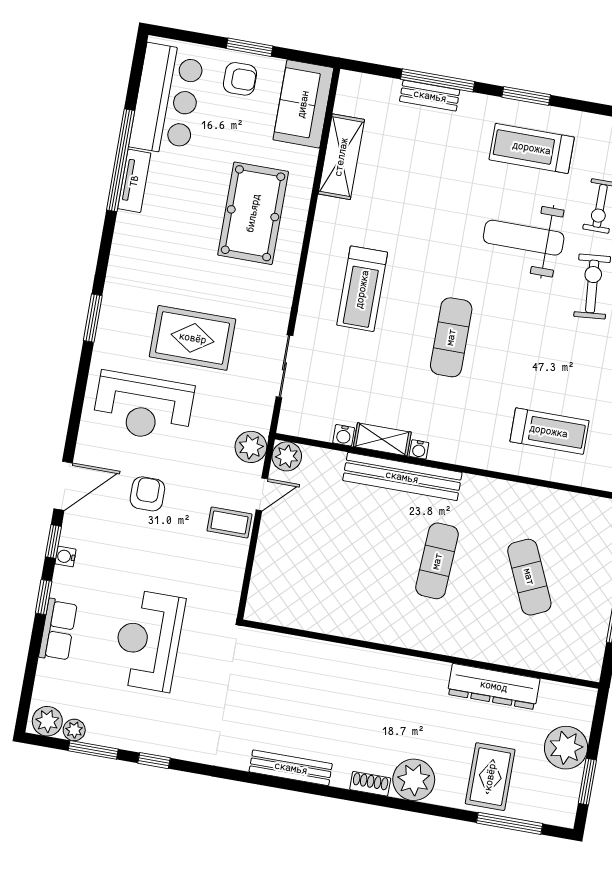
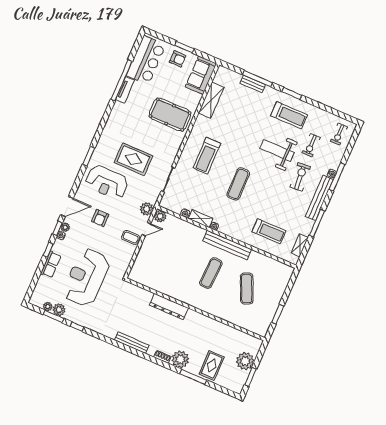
treadmill: (532, 148) -> (289, 115), turned 180
pool table: (253, 213) -> (170, 115), turned 90
window: (93, 318) -> (89, 156), moved
bench: (402, 477) -> (227, 245), moved
armchair: (147, 494) -> (100, 218), turned 180
plant: (71, 535) -> (65, 227), added
reception desk: (148, 640) -> (86, 277), width x1.36, depth x1.30
dresser: (494, 686) -> (169, 306), moved
plant: (47, 721) -> (59, 310), moved
window: (510, 823) -> (193, 377), moved

